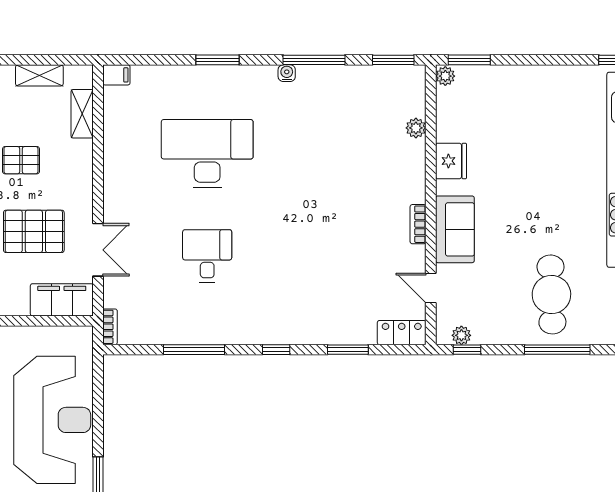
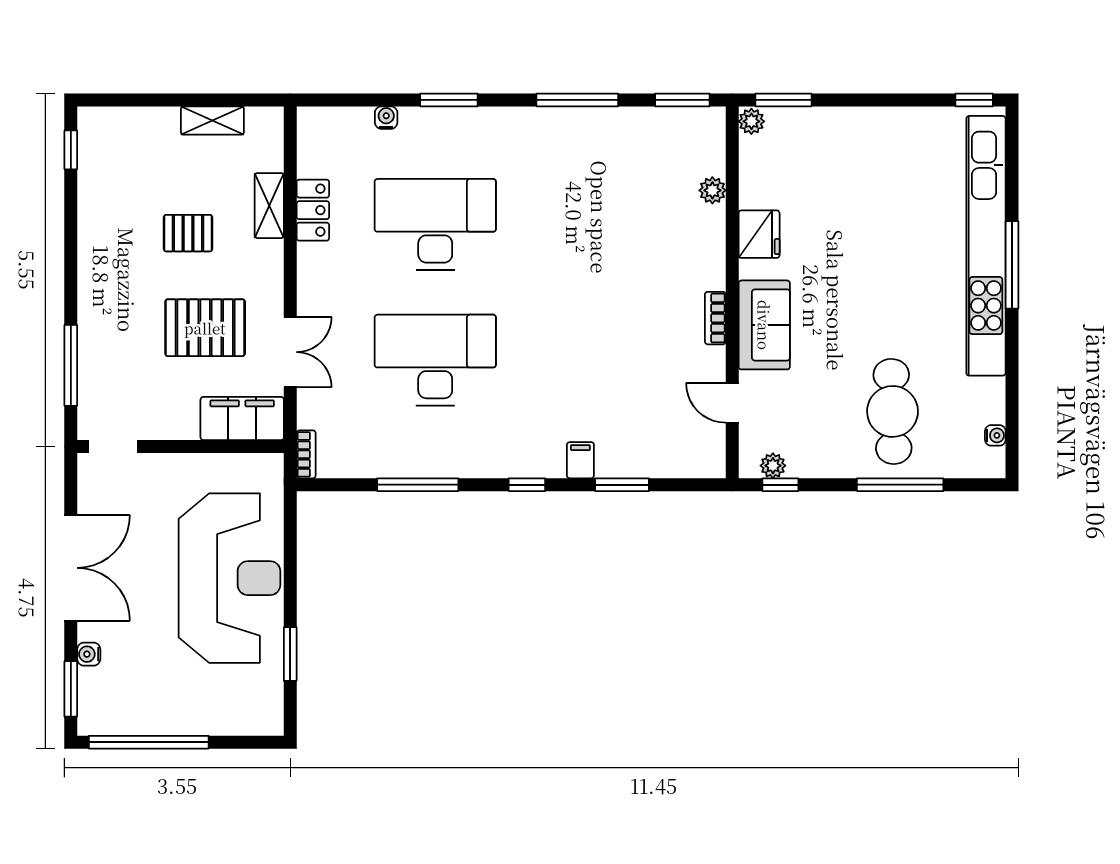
water cooler: (287, 73) -> (386, 118), moved
filing cabinet: (116, 75) -> (580, 460), moved, turned -90
shelving: (82, 114) -> (269, 206), moved
desk: (207, 256) -> (435, 360), width x1.87, depth x1.30
locker: (402, 333) -> (313, 210), moved, turned 90

